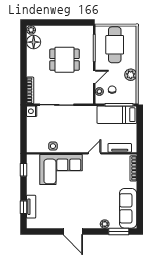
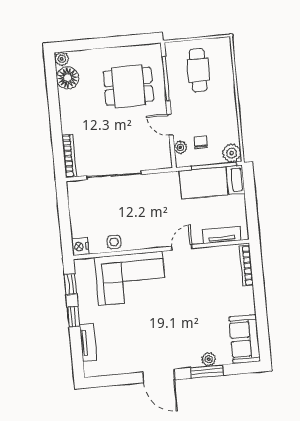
cafe table: (115, 45) -> (198, 70), width x0.73, depth x0.74
dining table: (65, 60) -> (128, 86), moved
plant: (131, 75) -> (232, 153), moved
door: (94, 77) -> (170, 125), swing flipped
nightstand: (32, 111) -> (80, 246), moved
window: (24, 207) -> (73, 317), moved
sofa: (128, 208) -> (245, 339), width x0.73
window: (119, 231) -> (207, 371), moved

